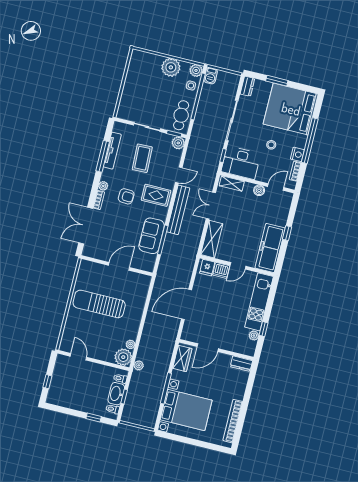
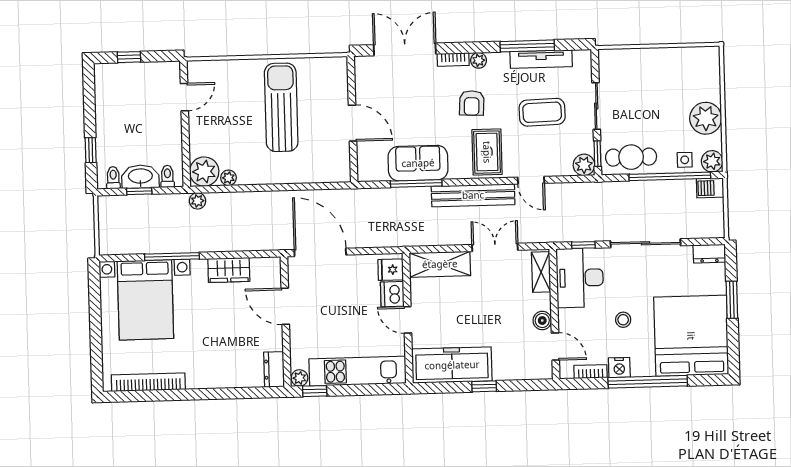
door: (208, 348) -> (285, 306), moved
wall: (216, 350) -> (286, 322), moved
dresser: (241, 364) -> (274, 369), moved

